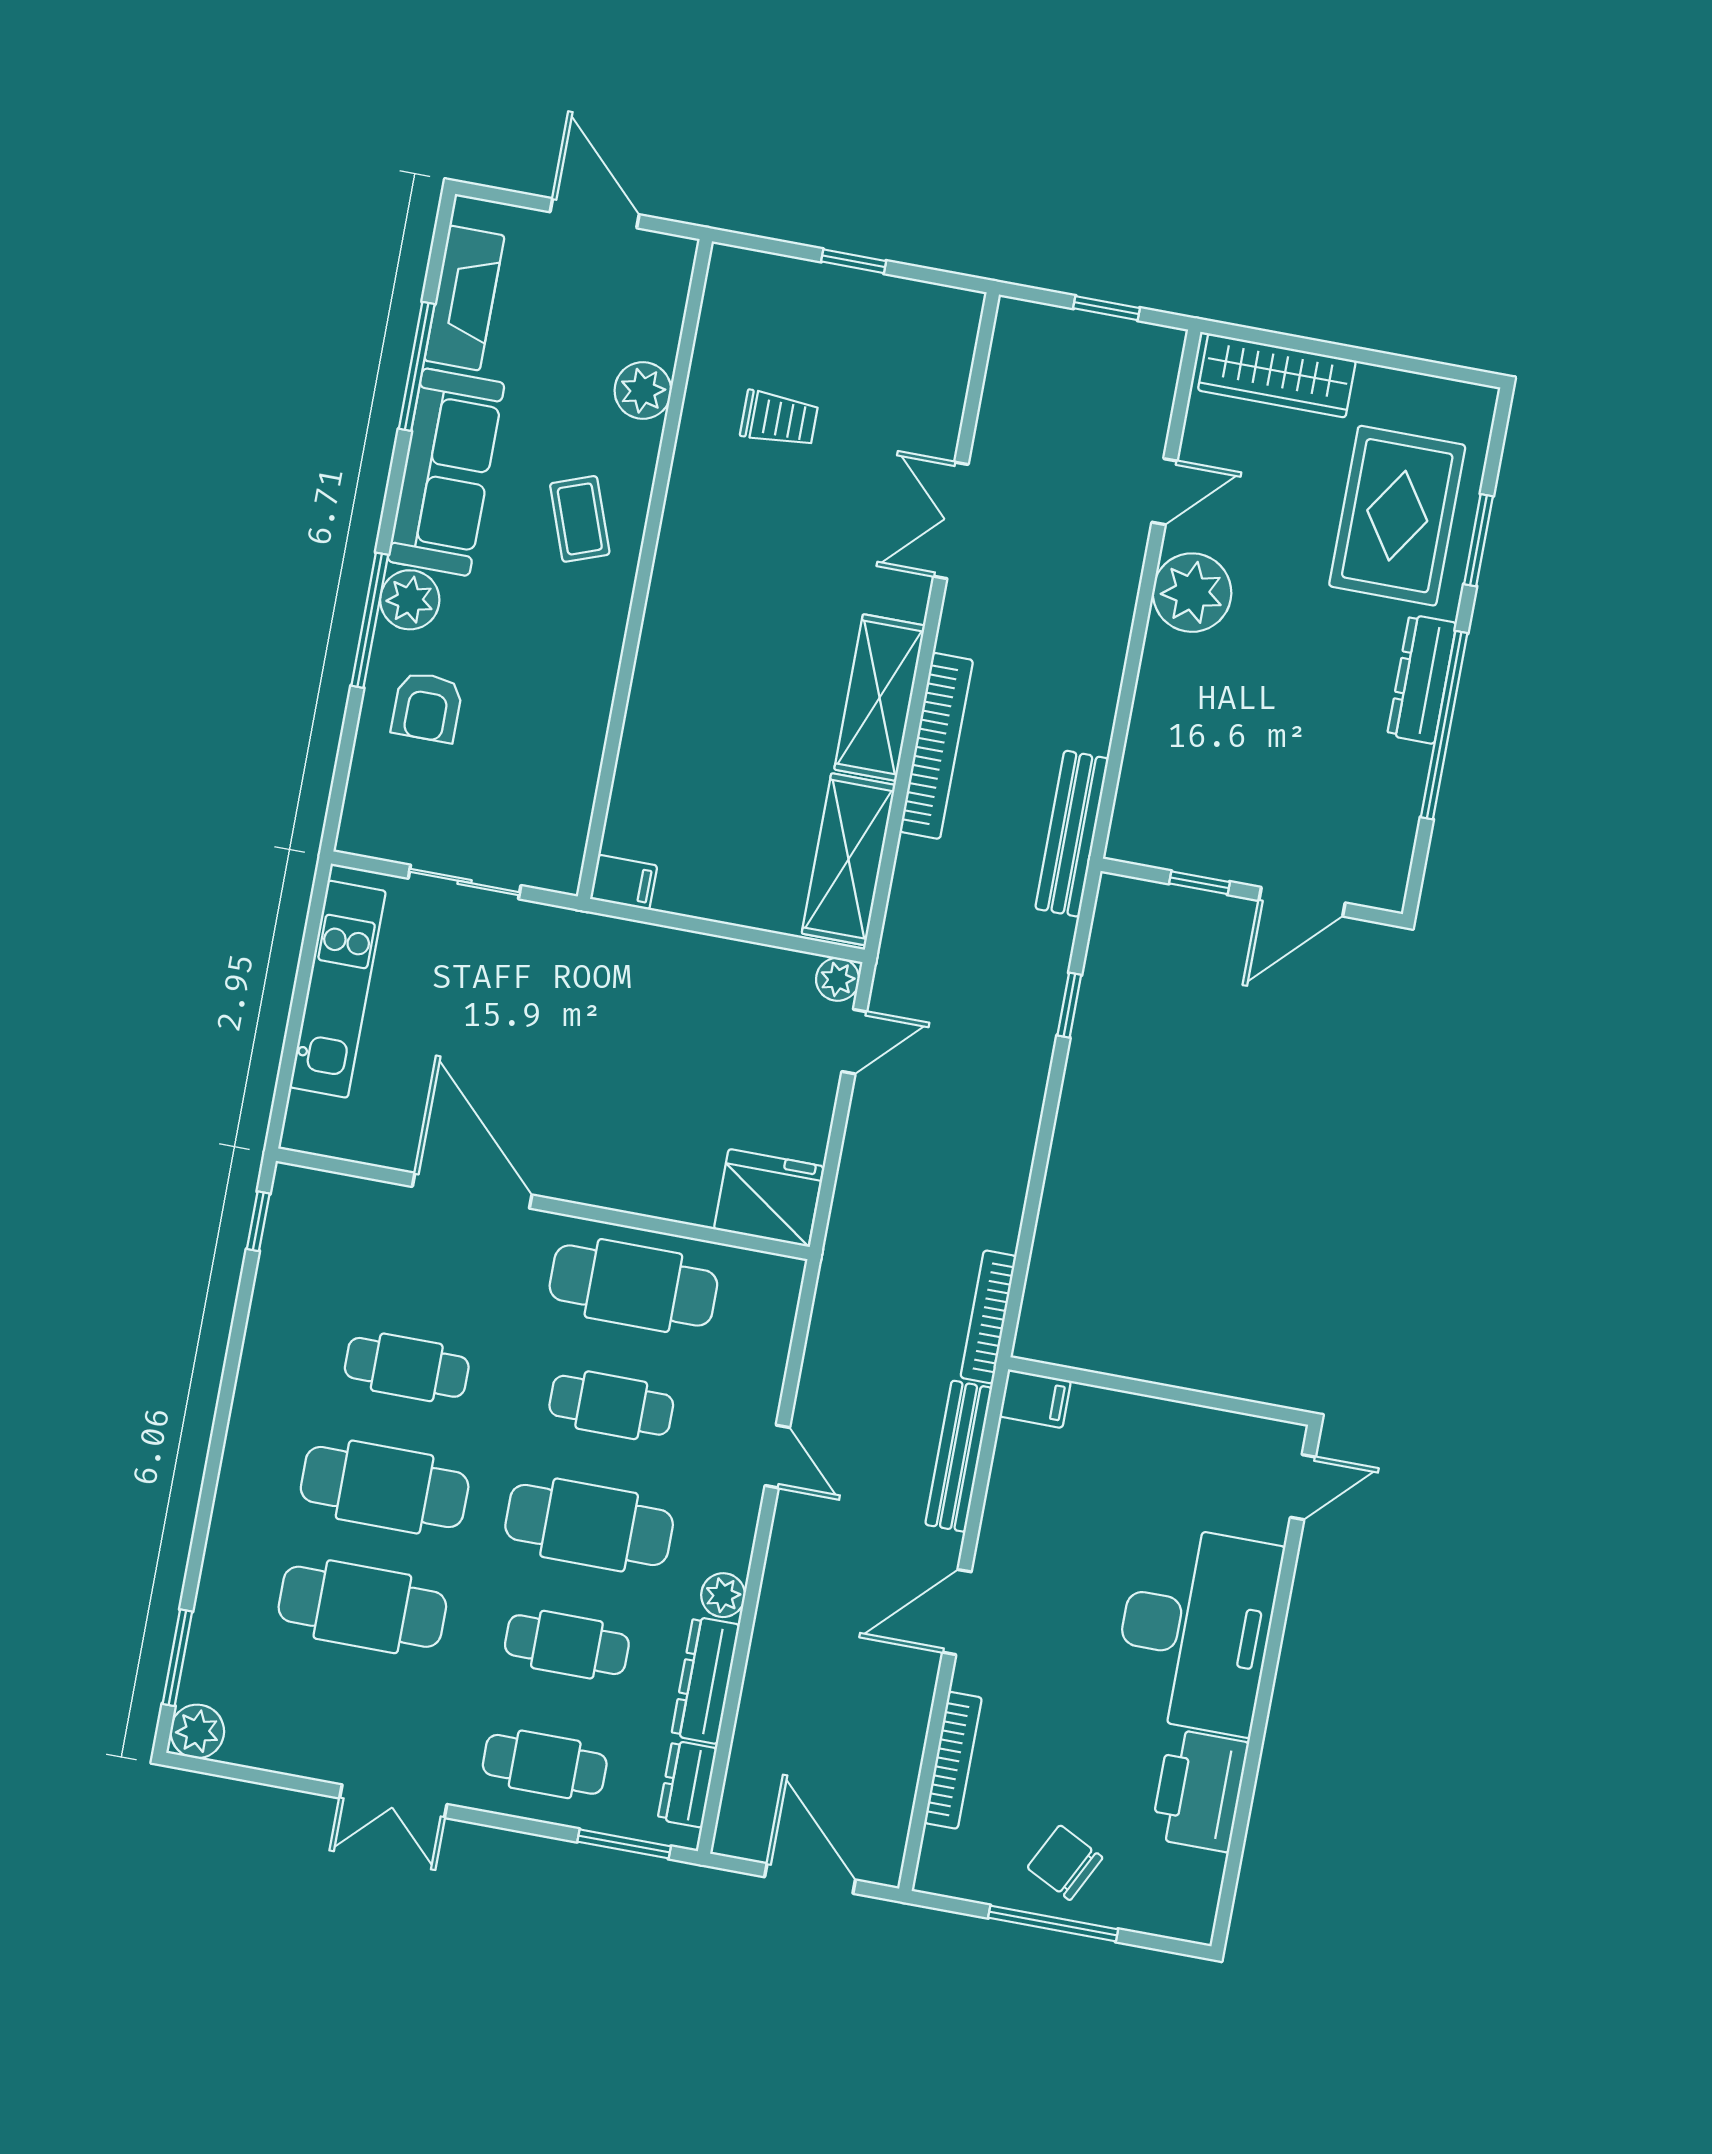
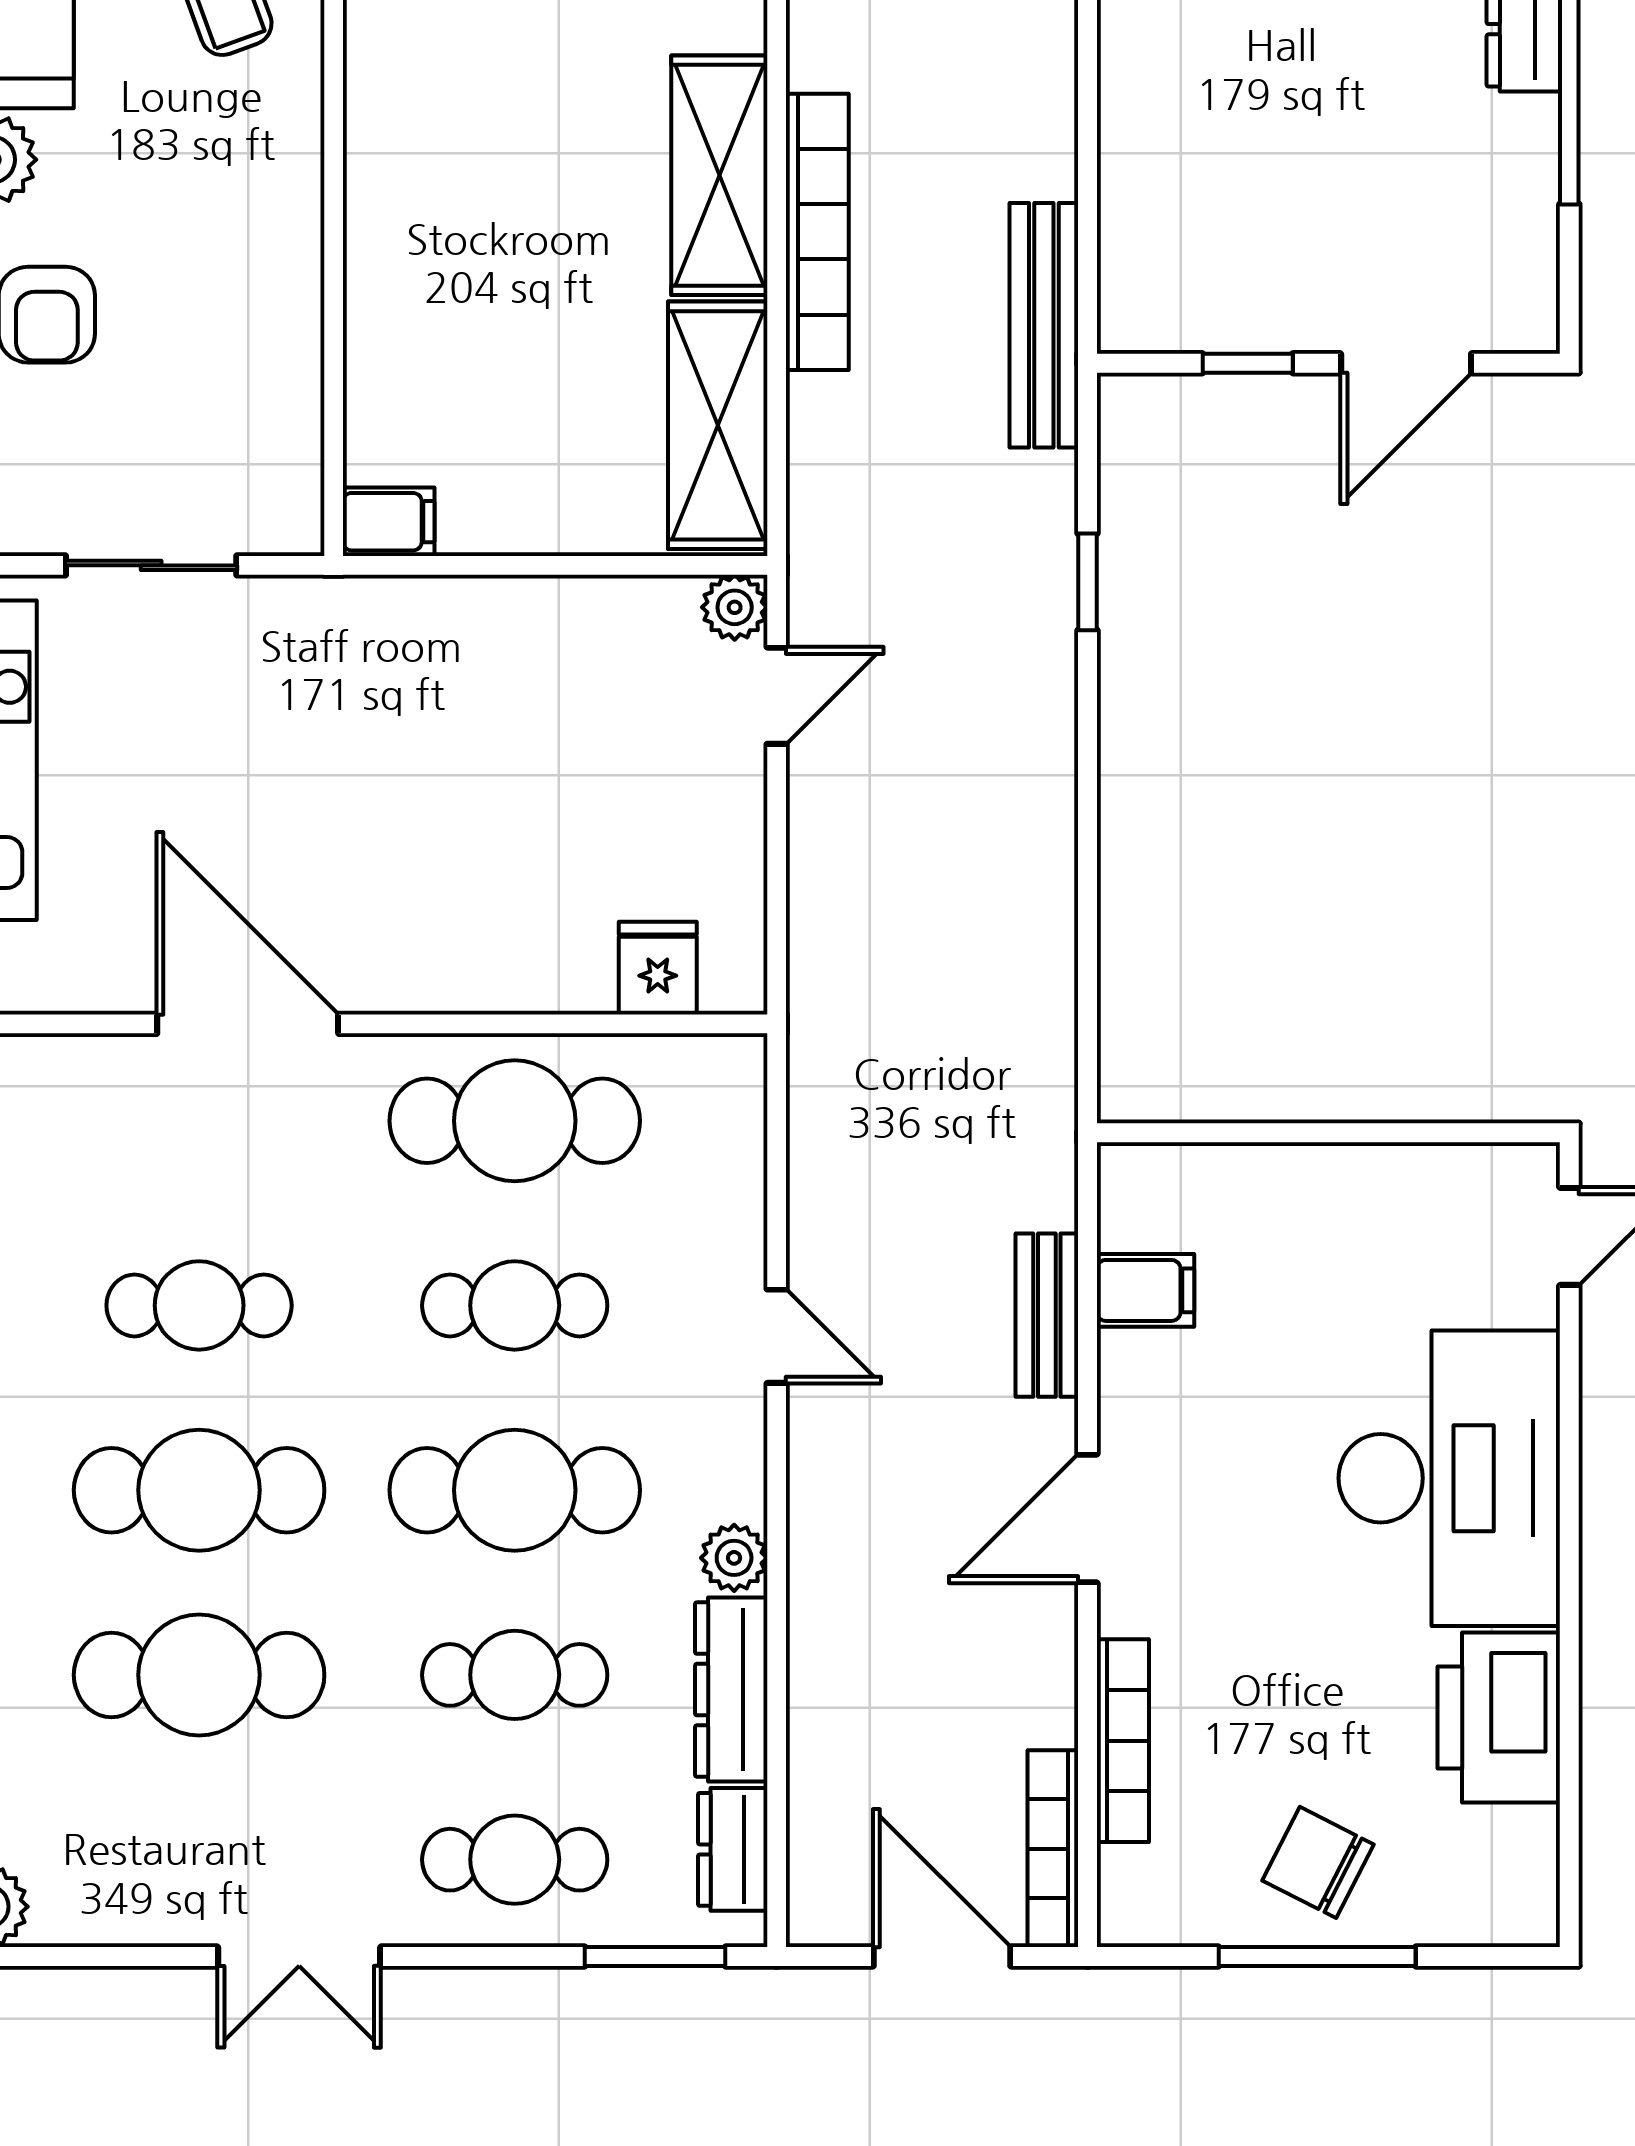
fridge: (769, 1198) -> (658, 968), width x0.53, depth x0.75
bookcase: (988, 1317) -> (1053, 1849), moved
filing cabinet: (1035, 1399) -> (1145, 1290), moved
bench: (959, 1456) -> (1047, 1315), width x0.73

